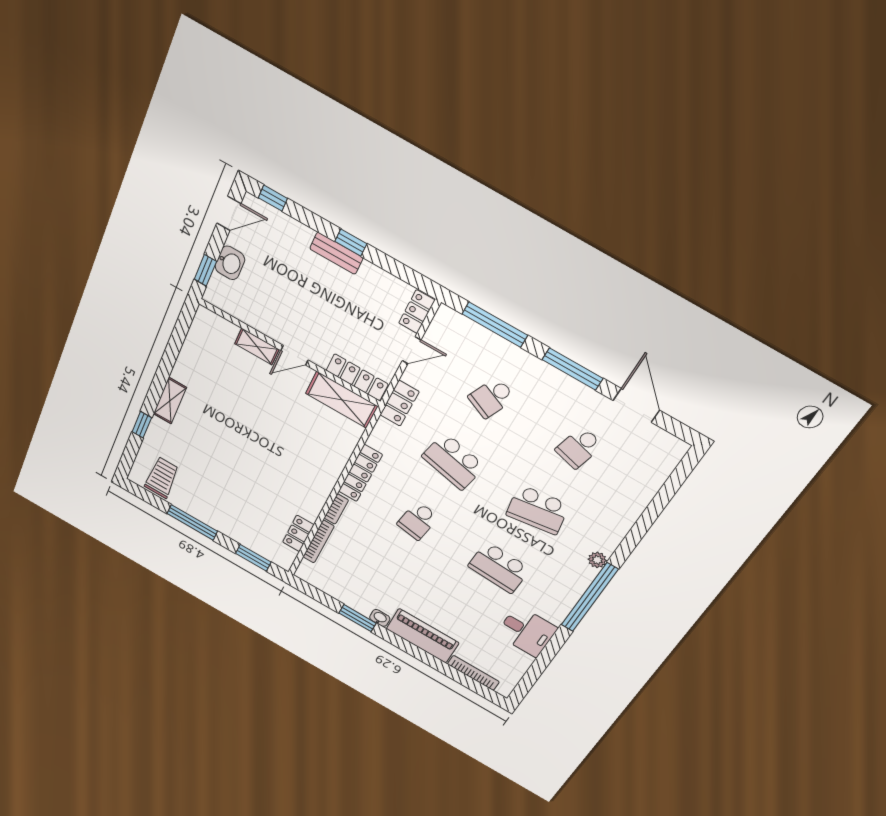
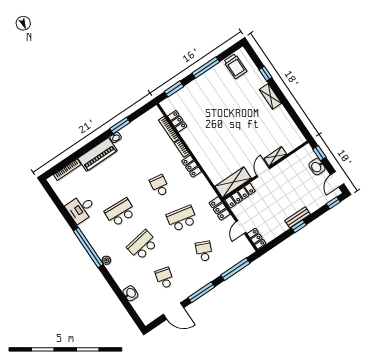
locker: (360, 473) -> (192, 166), width x0.66
washbasin: (640, 497) -> (130, 293), added

